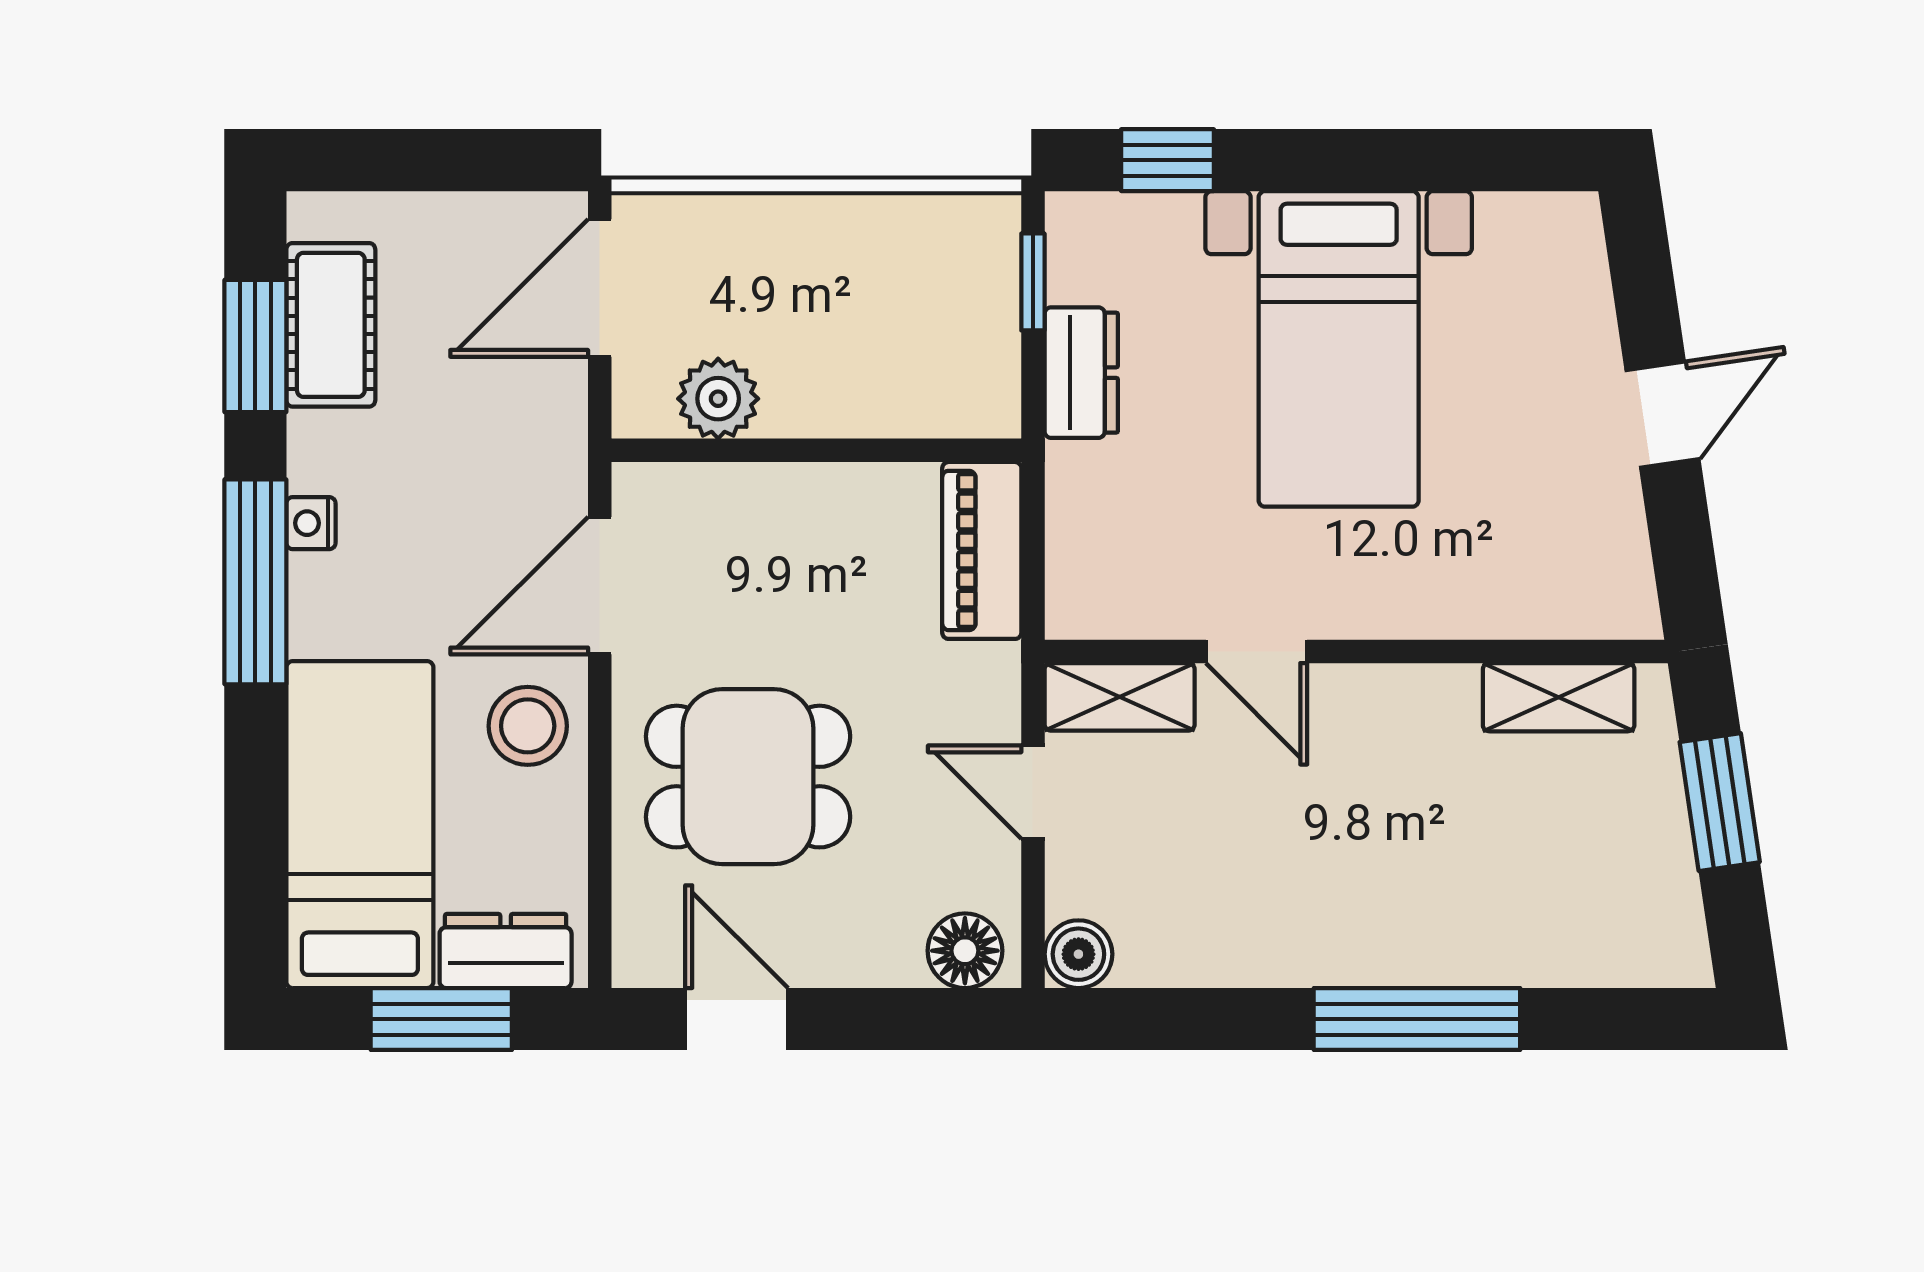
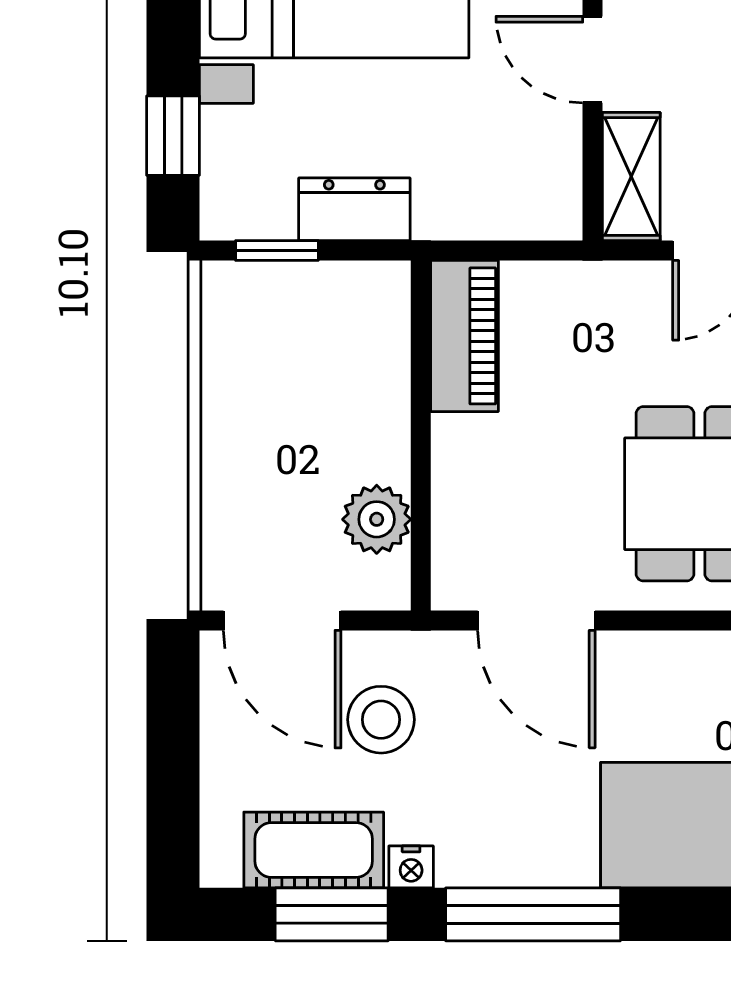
nightstand: (311, 523) -> (411, 867), moved
piano: (982, 550) -> (464, 336), moved, turned -90
door: (1257, 652) -> (593, 60), swing flipped
stool: (528, 726) -> (381, 720), moved

